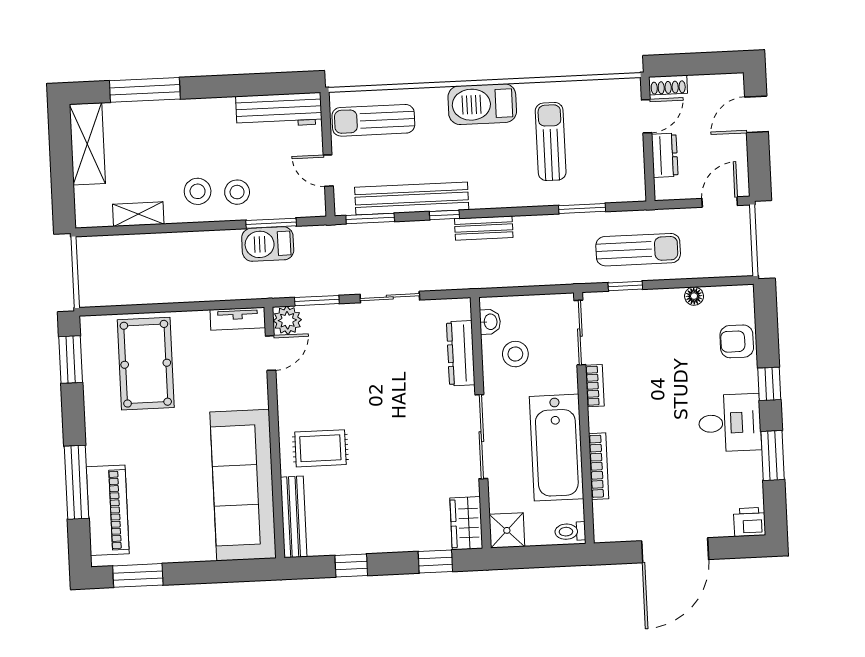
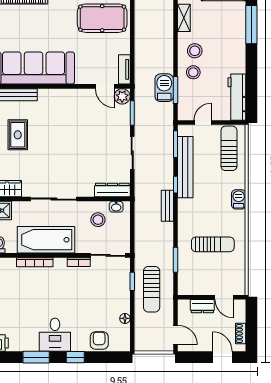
shoe rack: (668, 85) -> (241, 334), moved
barbecue: (482, 104) -> (239, 199), width x0.53, depth x0.65
dresser: (461, 353) -> (112, 190), moved
rug: (320, 448) -> (18, 135), moved

